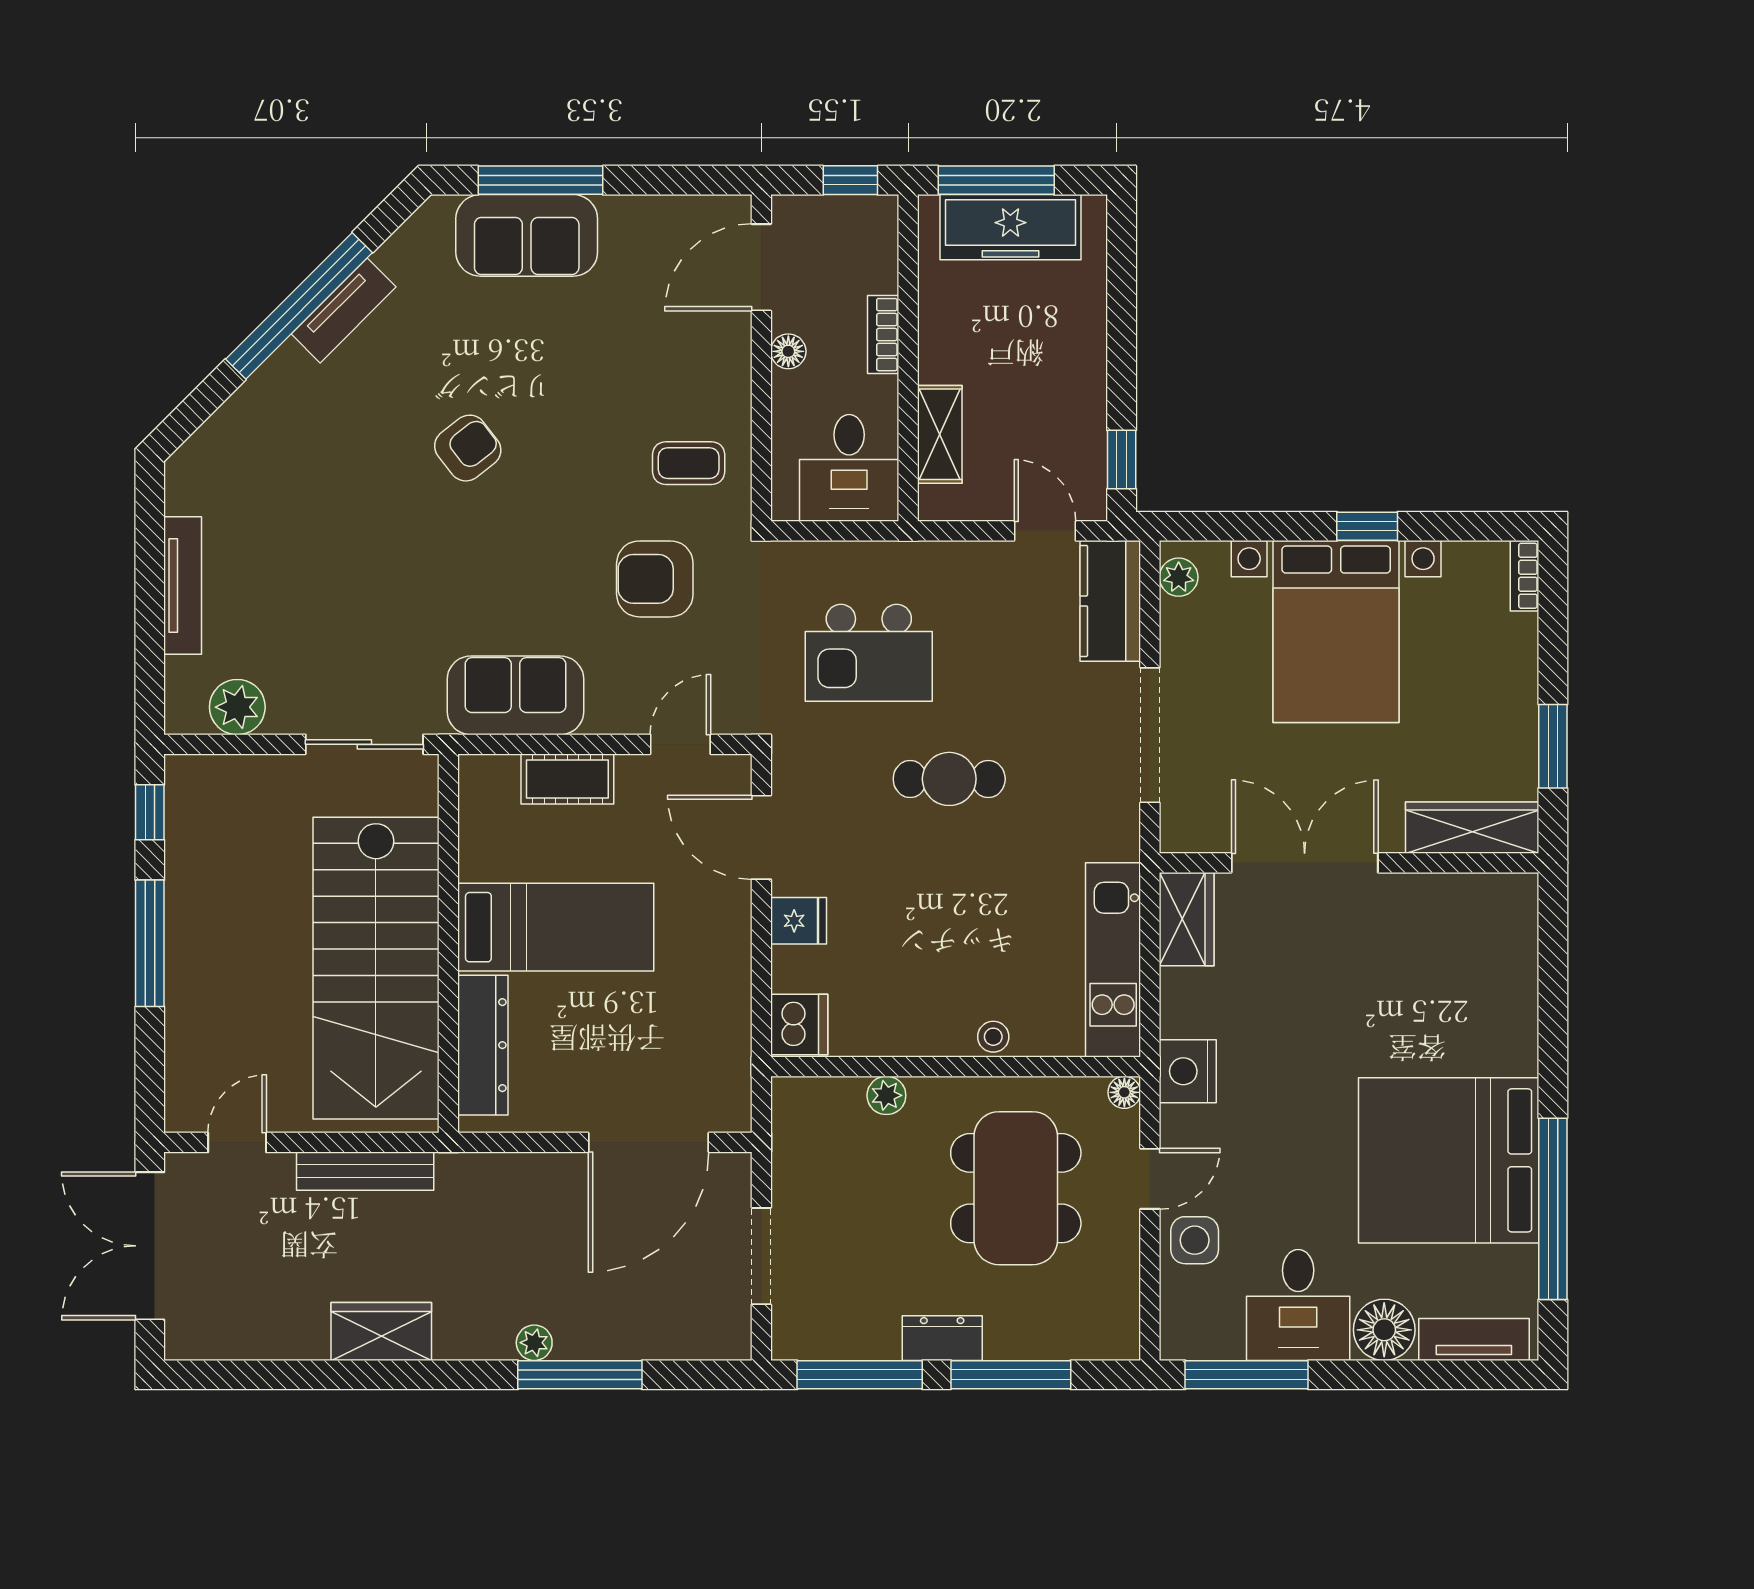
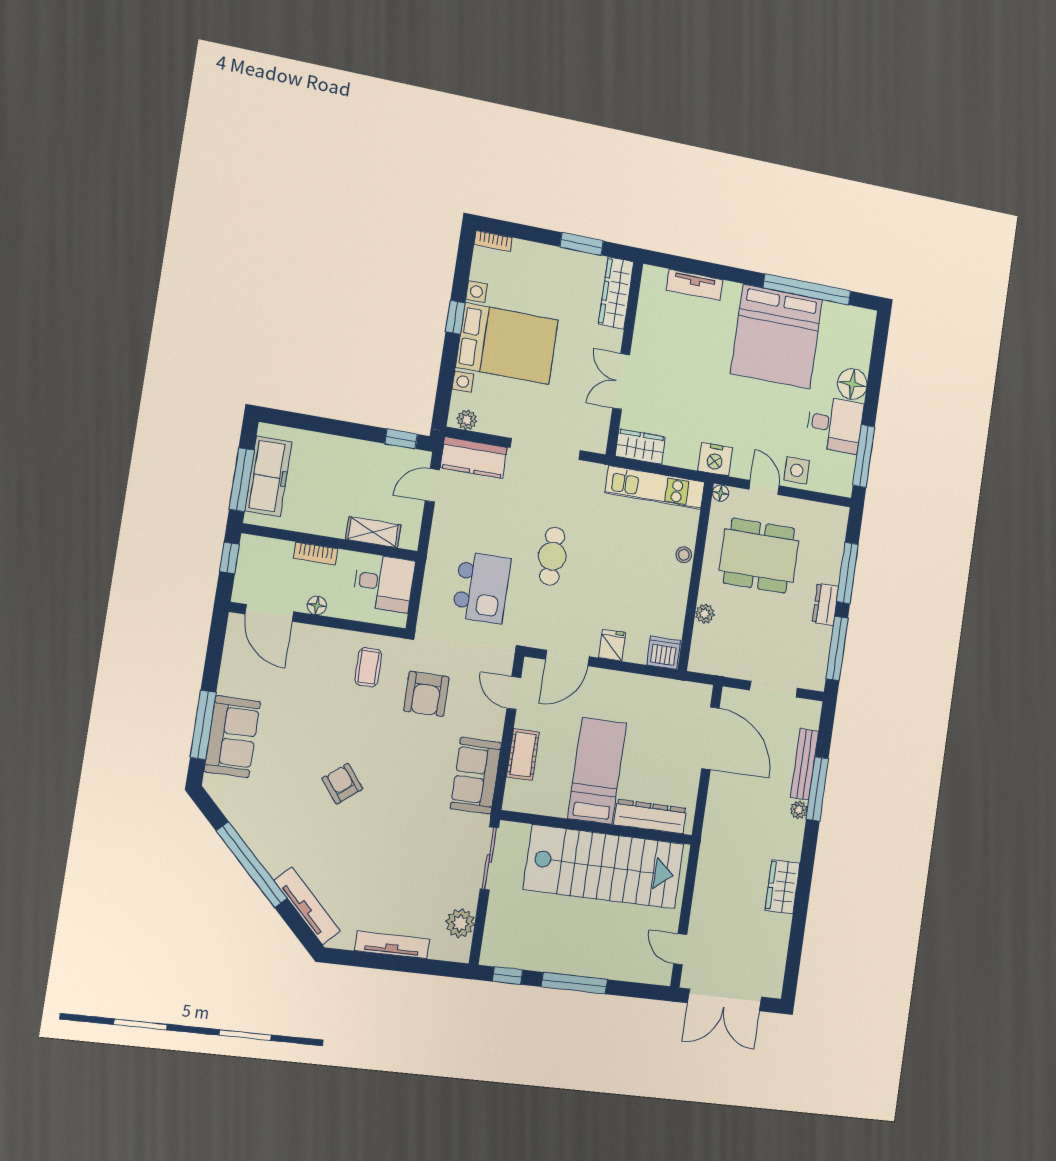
tv unit: (344, 310) -> (307, 906), moved, width x1.41
double door: (1305, 863) -> (621, 381), width x0.73
bench: (365, 1171) -> (805, 764), moved
tv unit: (1474, 1339) -> (695, 285), moved, turned -90

